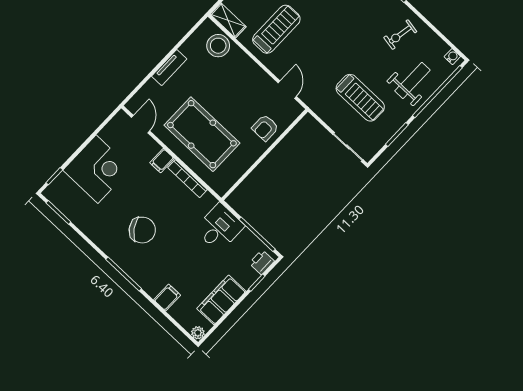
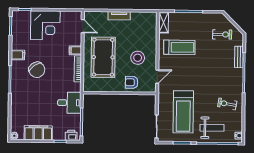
stool: (218, 46) -> (138, 58), moved
treadmill: (360, 98) -> (183, 112), width x1.37, depth x1.37
door: (141, 124) -> (83, 26), hinge flipped
filing cabinet: (167, 298) -> (18, 55), moved

